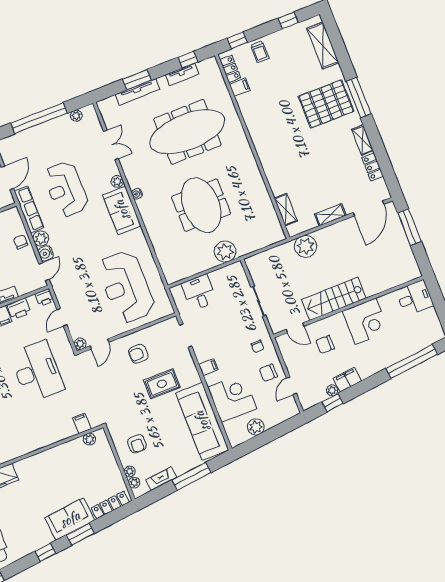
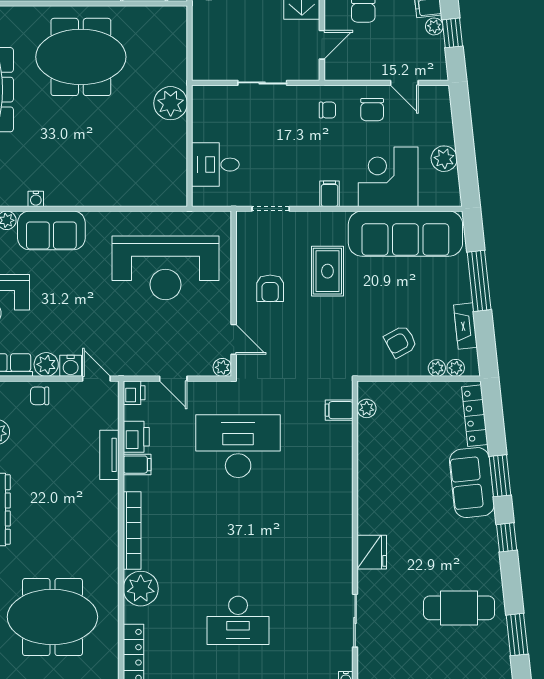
meeting table: (201, 205) -> (81, 57), moved
armchair: (137, 444) -> (401, 342), turned 151

